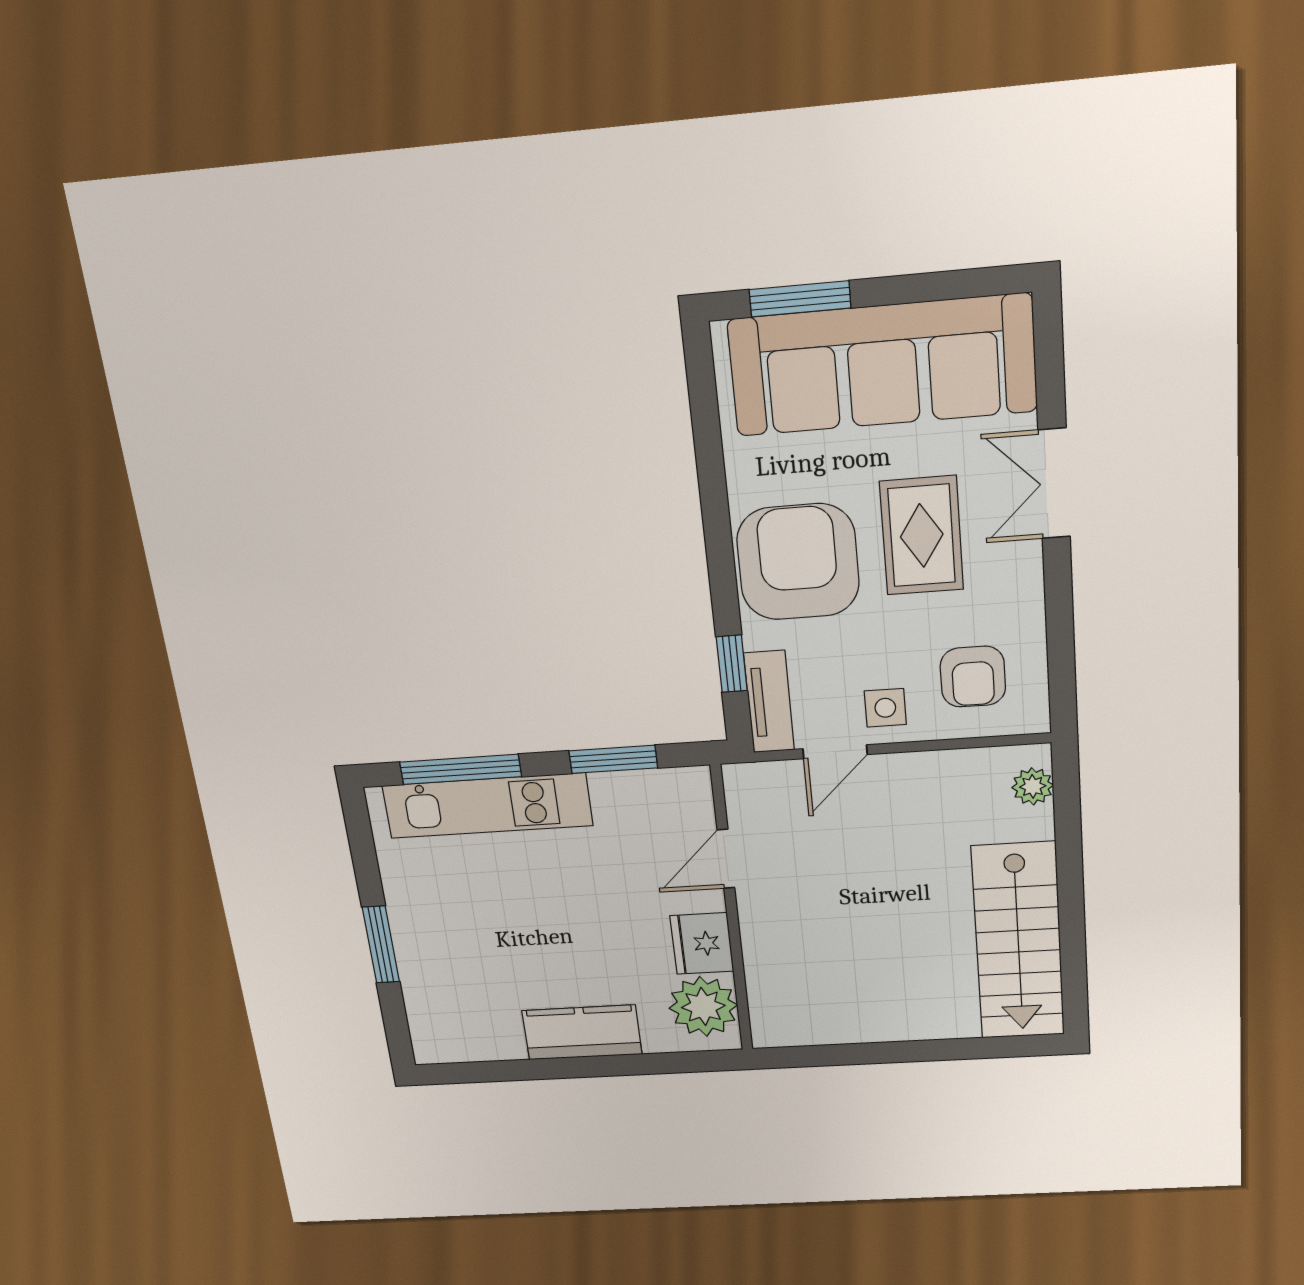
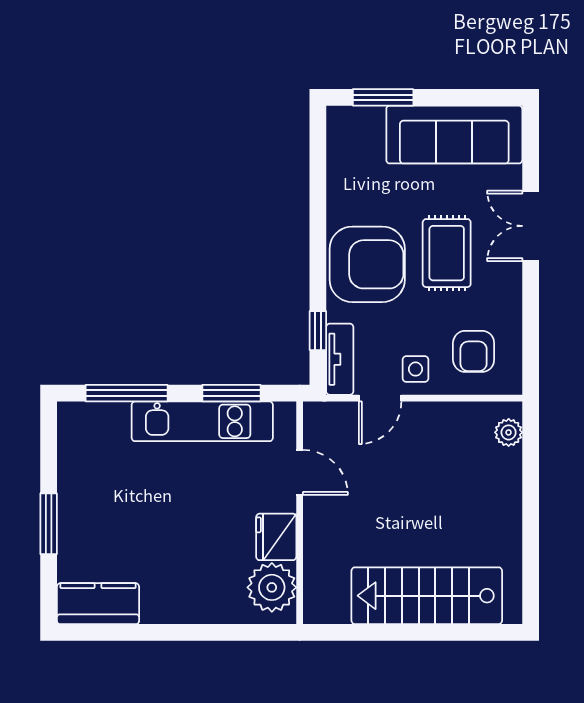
sofa: (882, 365) -> (454, 135), width x0.74, depth x0.79
armchair: (798, 562) -> (367, 264), turned 90
kitchen unit: (488, 806) -> (202, 421), moved
door: (726, 859) -> (300, 472), swing flipped
stairs: (1018, 942) -> (427, 596), moved, turned 90
kitchen counter: (582, 1032) -> (98, 604), moved

